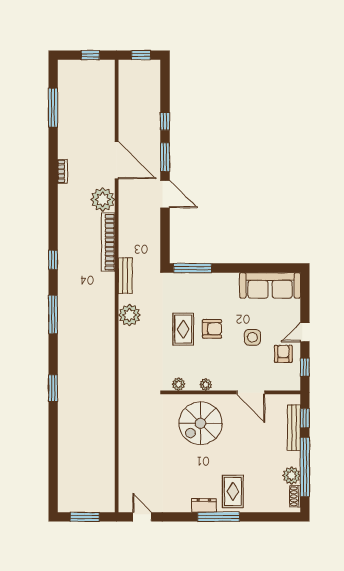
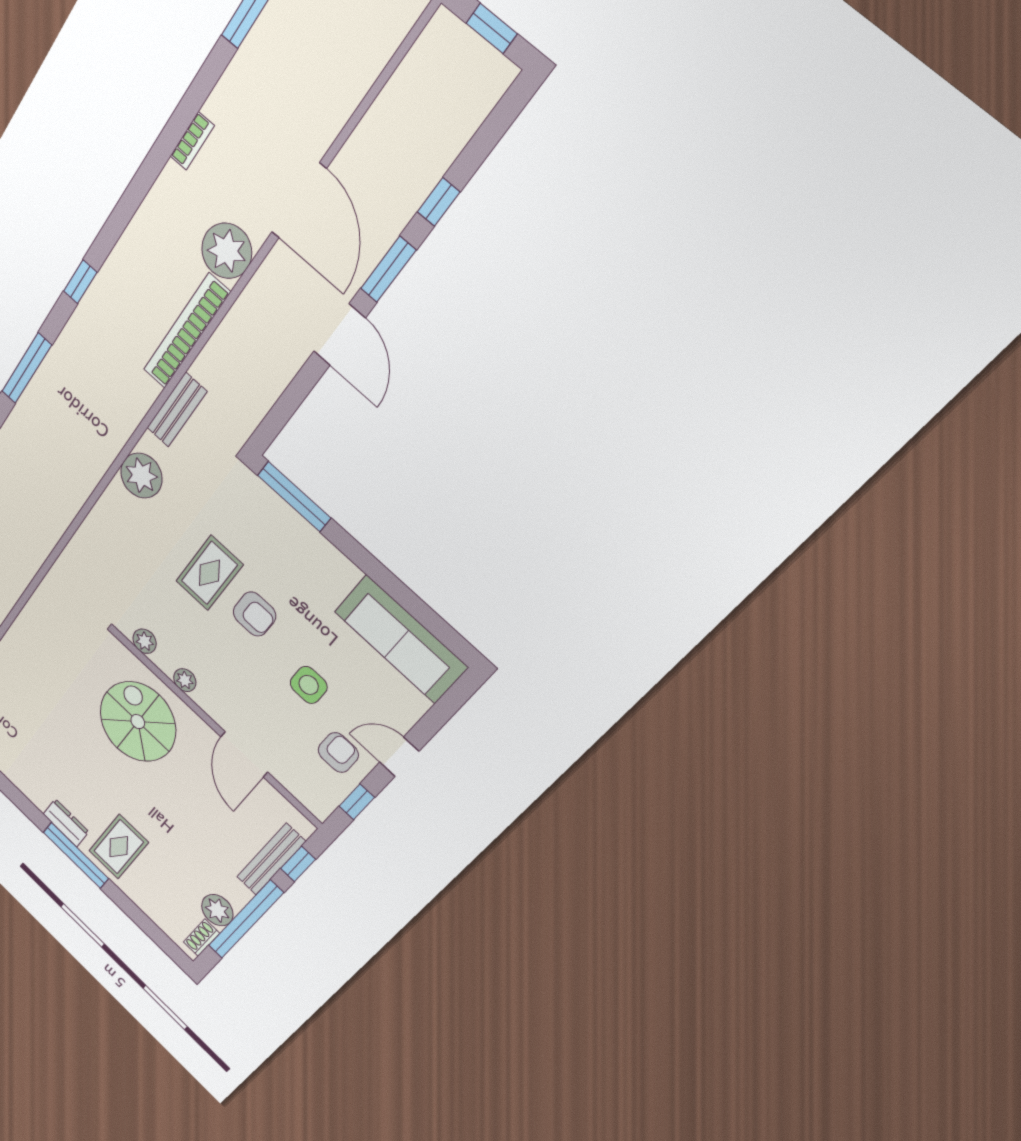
spiral stairs: (200, 423) -> (138, 722), turned 90

